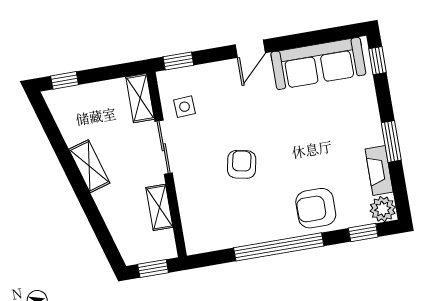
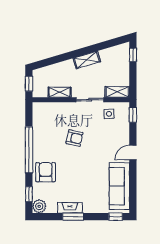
door: (250, 49) -> (133, 153), hinge flipped
fireplace: (379, 170) -> (70, 208), moved

